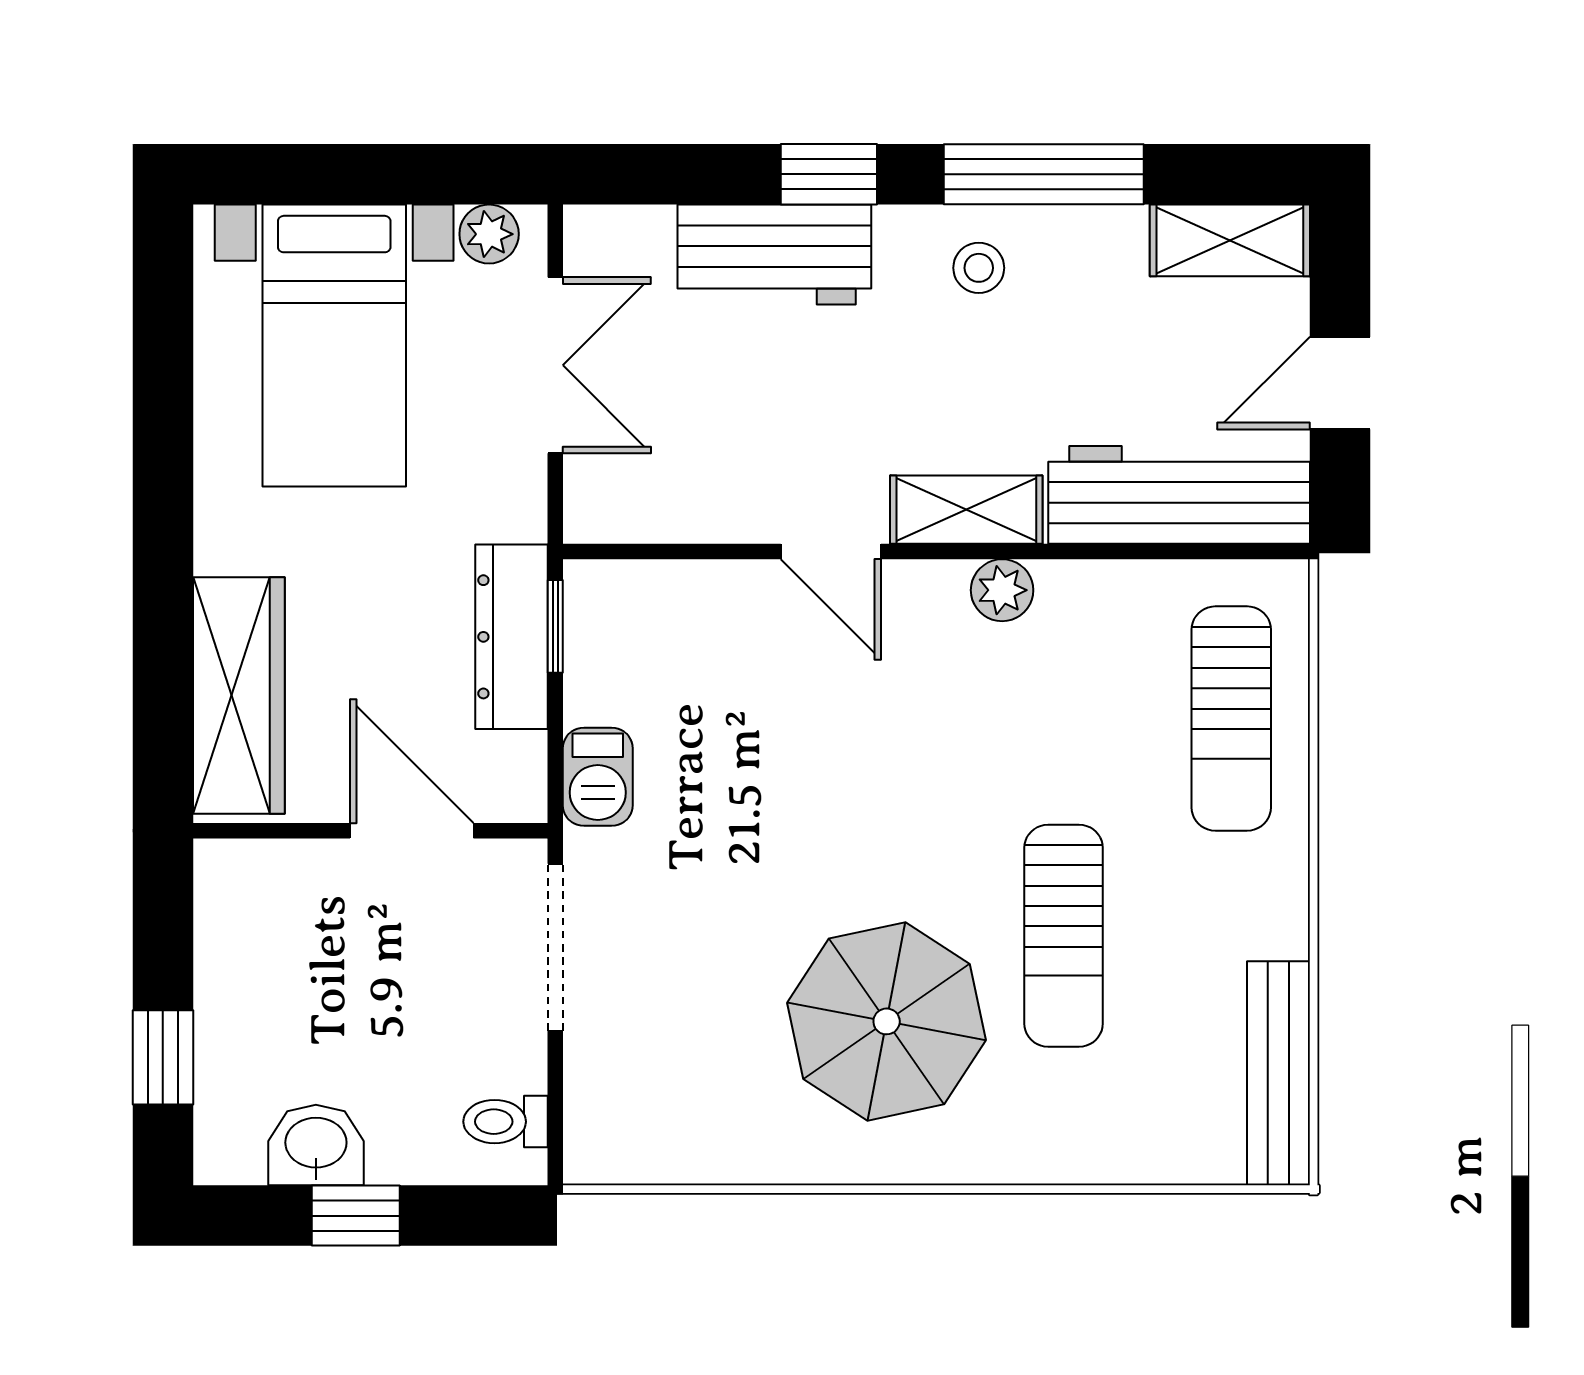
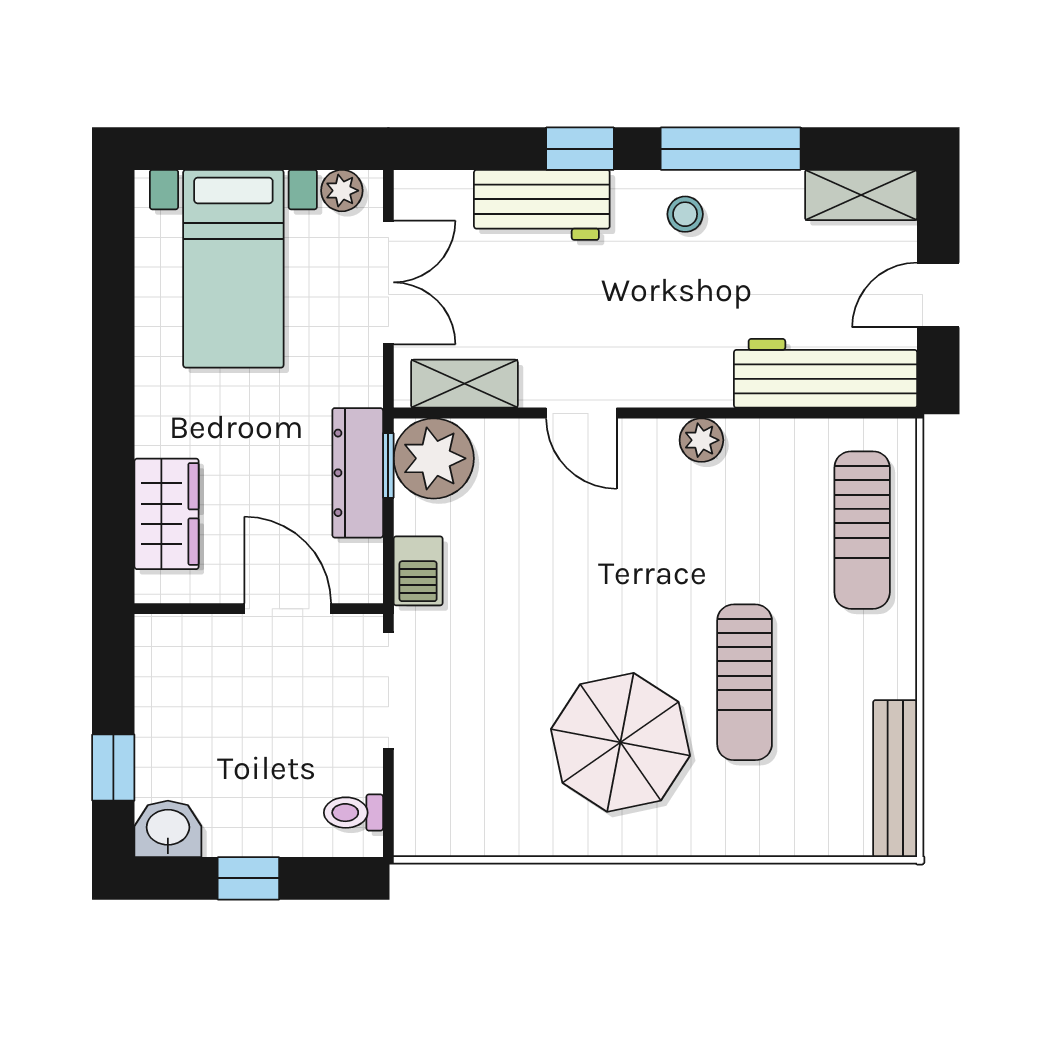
shelving: (966, 510) -> (464, 384), moved
plant: (620, 616) -> (434, 458), added
wardrobe: (239, 695) -> (167, 514), width x0.67
washbasin: (316, 1145) -> (168, 829), moved

